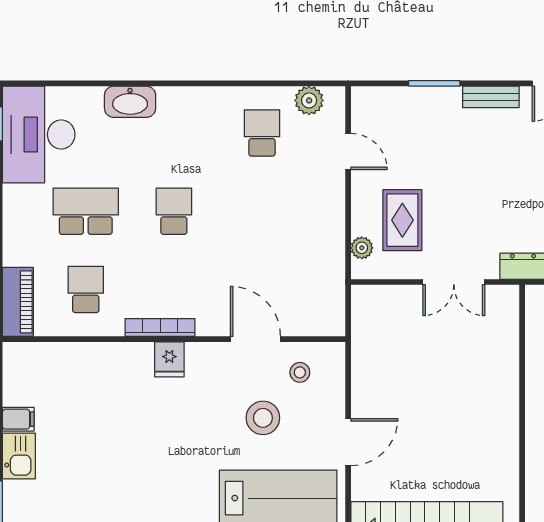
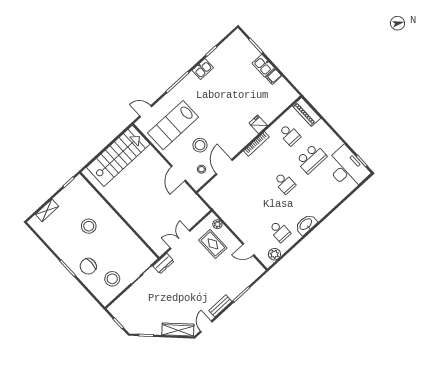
washbasin: (130, 102) -> (306, 224), moved
door: (255, 339) -> (224, 167), swing flipped
fridge: (169, 359) -> (258, 124), moved
door: (348, 442) -> (178, 173), moved

